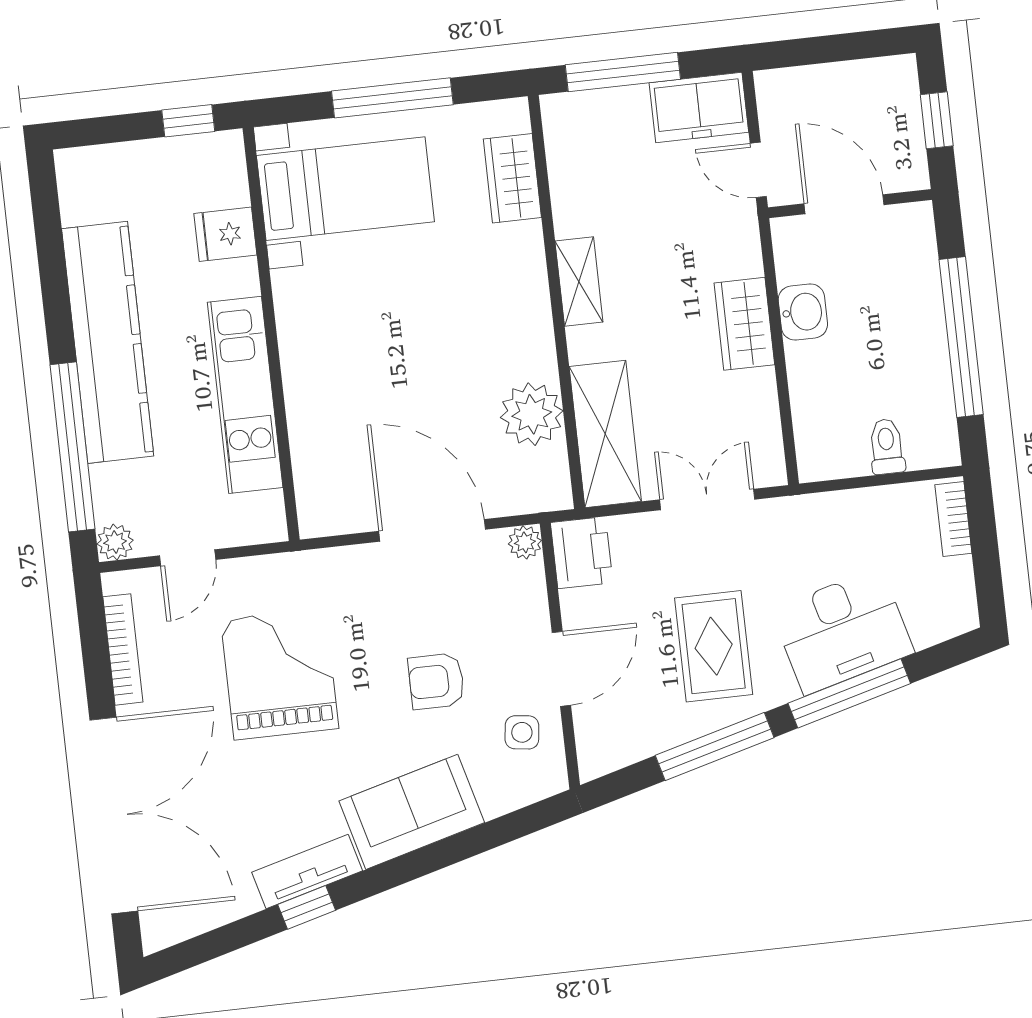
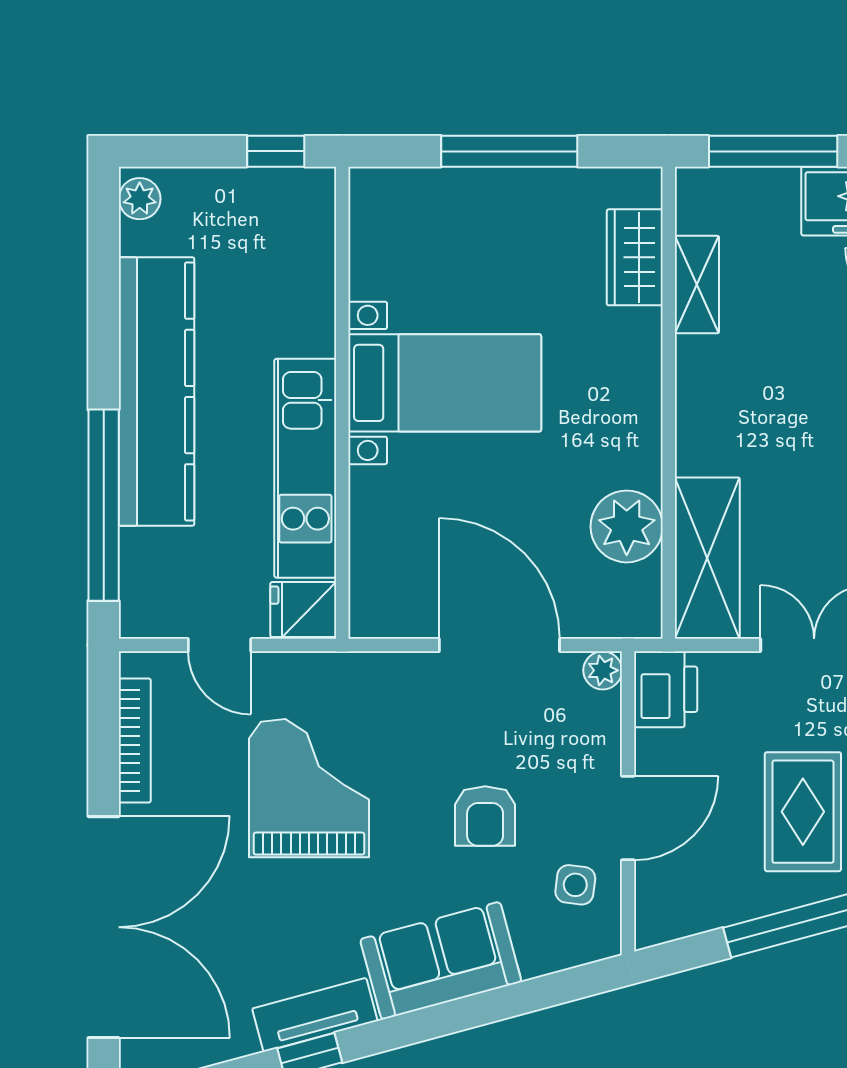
bed with nightstands: (345, 189) -> (445, 383), moved
fridge: (225, 234) -> (303, 609), moved
shelving: (579, 282) -> (697, 285), moved
plant: (115, 542) -> (140, 199), moved
door: (188, 558) -> (220, 645), hinge flipped
armchair: (436, 681) -> (485, 816), turned -90

